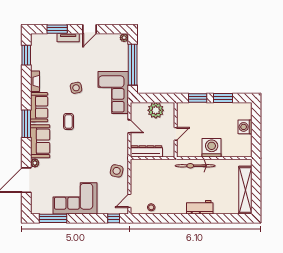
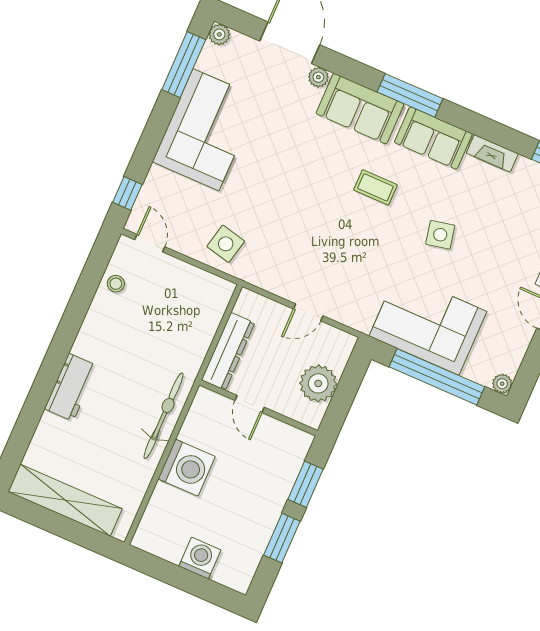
corner sofa: (113, 93) -> (428, 324), moved
dresser: (146, 151) -> (228, 351), moved
plant: (35, 209) -> (219, 34), added

